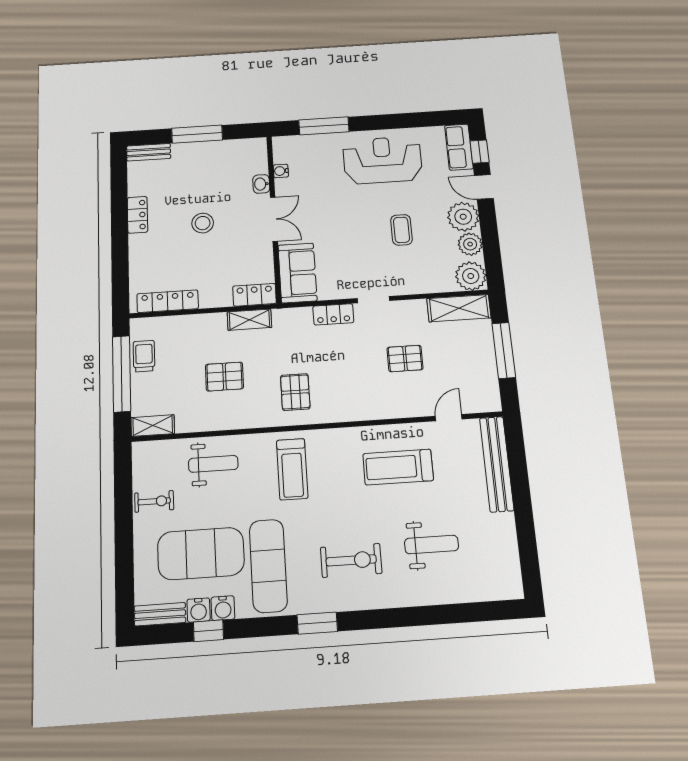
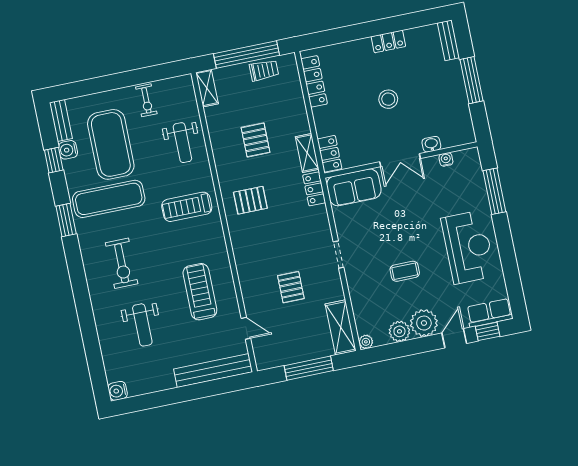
plant: (471, 276) -> (366, 342), width x0.53, depth x0.53
locker: (333, 314) -> (314, 189), moved
water cooler: (223, 608) -> (118, 391), moved
window: (317, 623) -> (66, 220), moved

